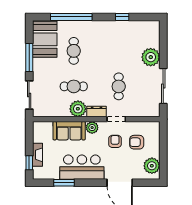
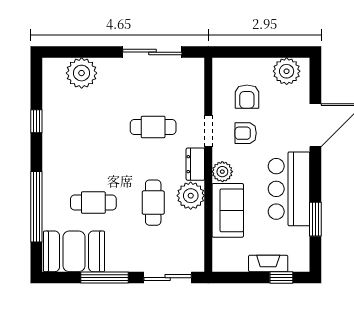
plant: (151, 57) -> (82, 73), moved

